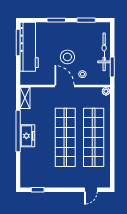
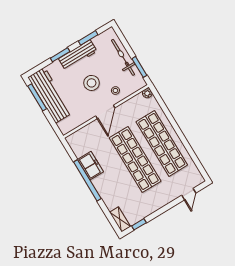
workbench: (70, 29) -> (78, 55), added
door: (65, 86) -> (105, 112), swing flipped
shelving: (25, 98) -> (120, 219), moved
freezer: (27, 136) -> (90, 166), moved

